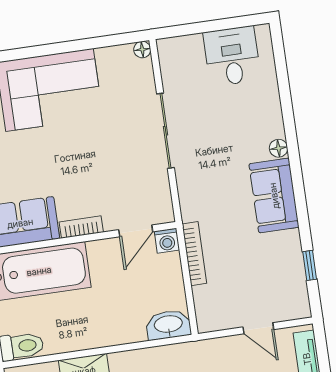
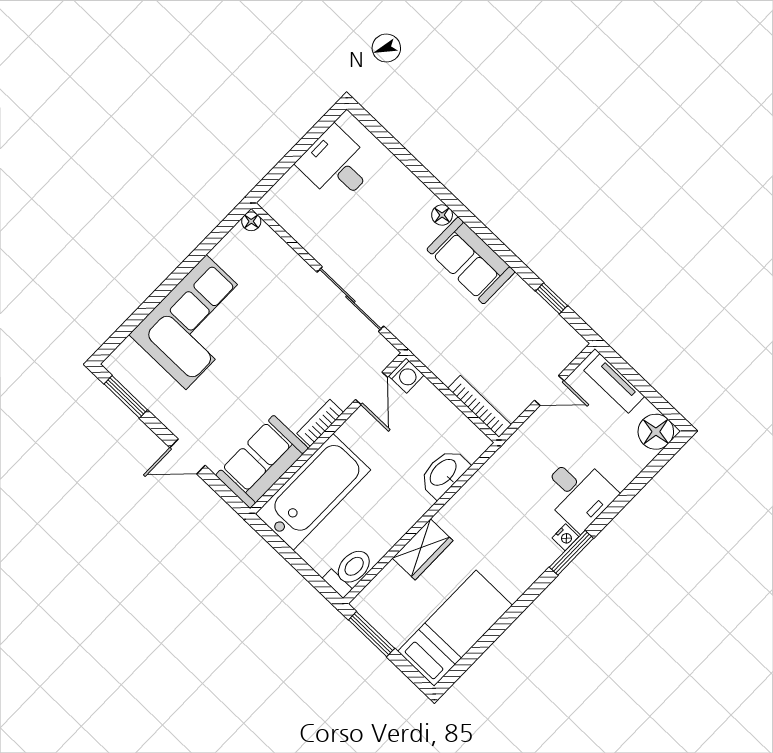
sliding door: (165, 131) -> (350, 299), moved
bookcase: (194, 254) -> (480, 406), moved
washbasin: (168, 325) -> (444, 473), moved

